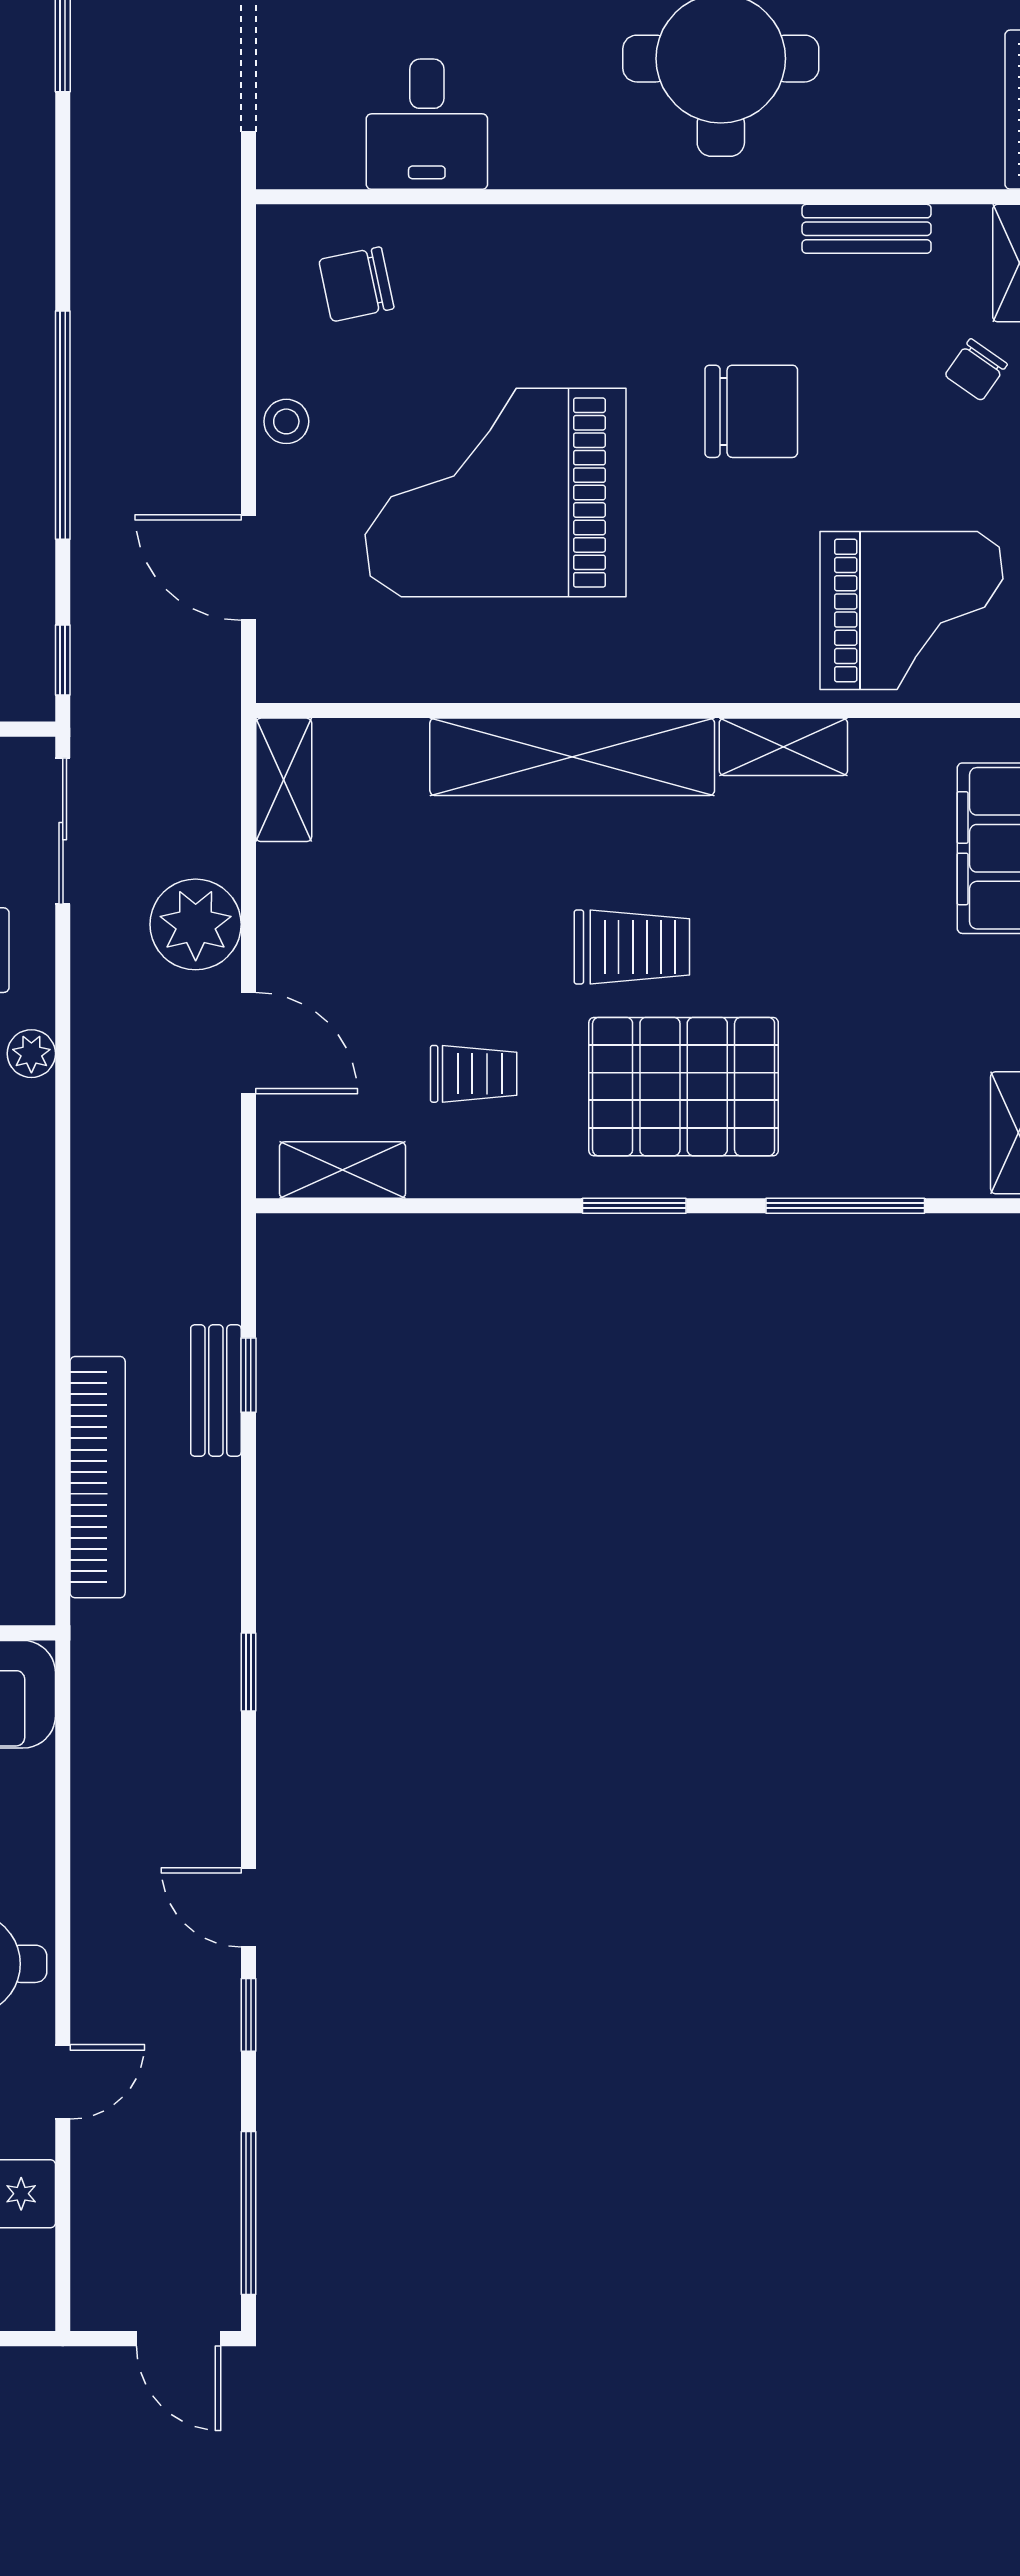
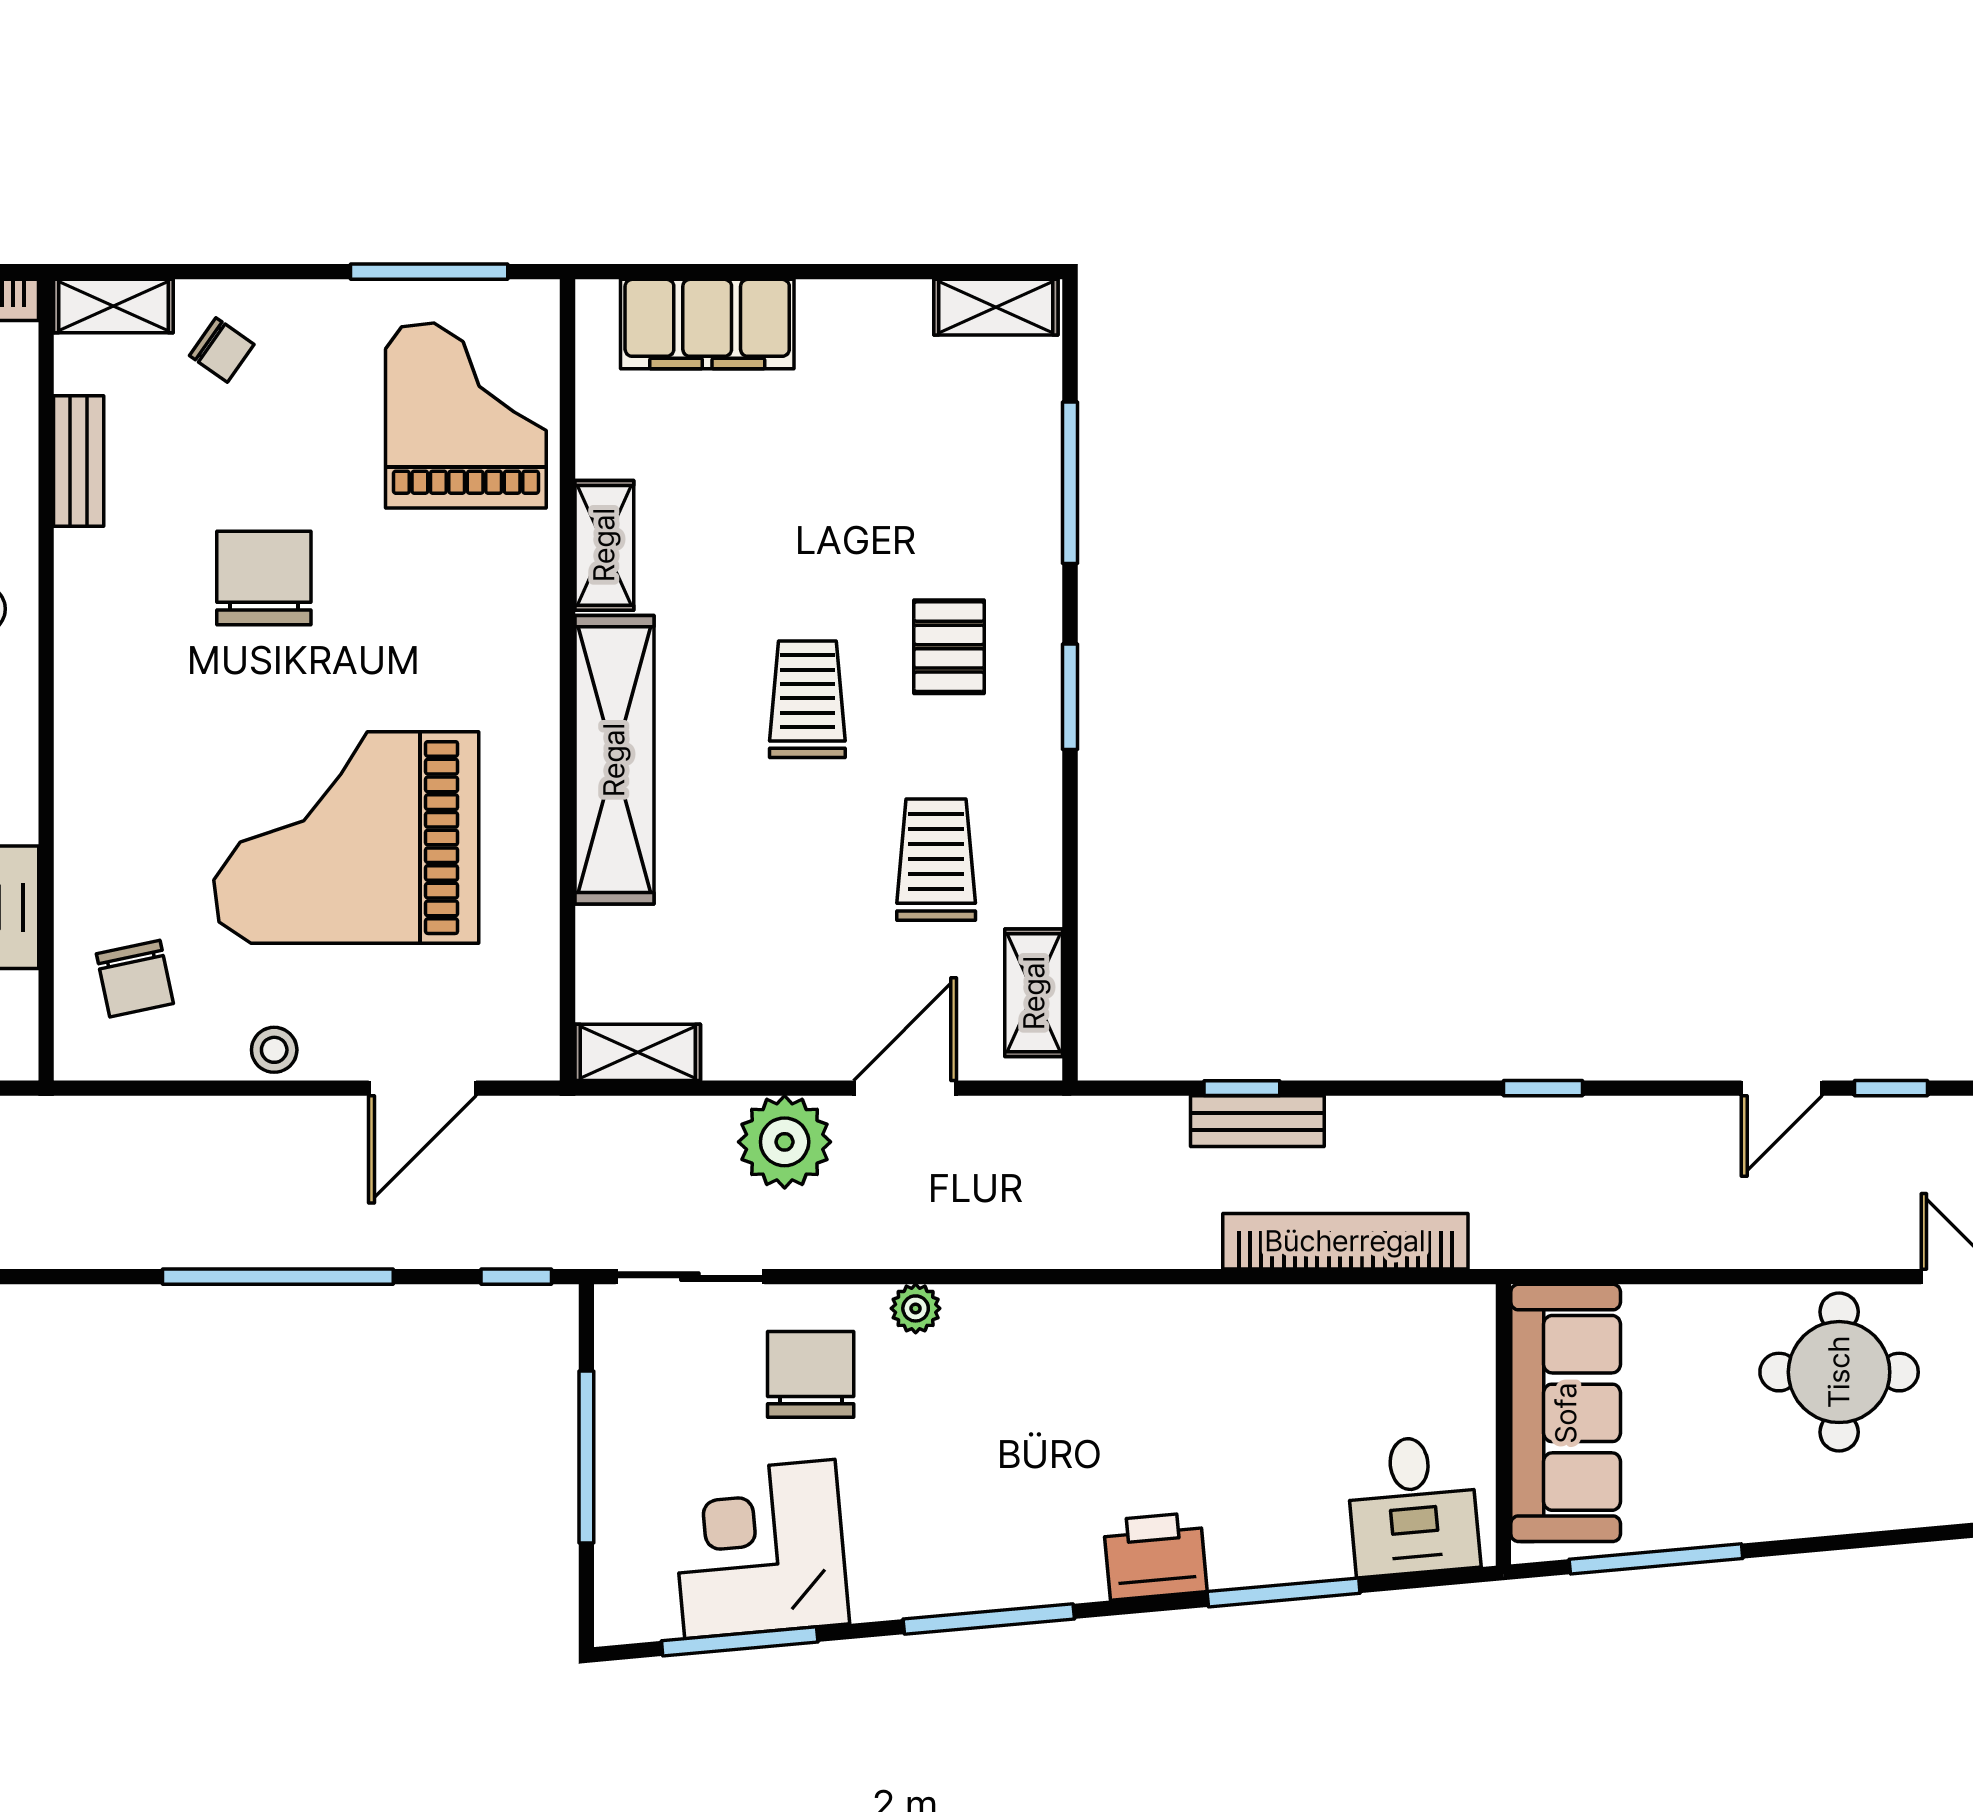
grand piano: (496, 493) -> (346, 838), turned 90
trolley: (474, 1074) -> (936, 860), width x1.36, depth x1.39
pallet: (684, 1087) -> (949, 647), width x0.49, depth x0.50

